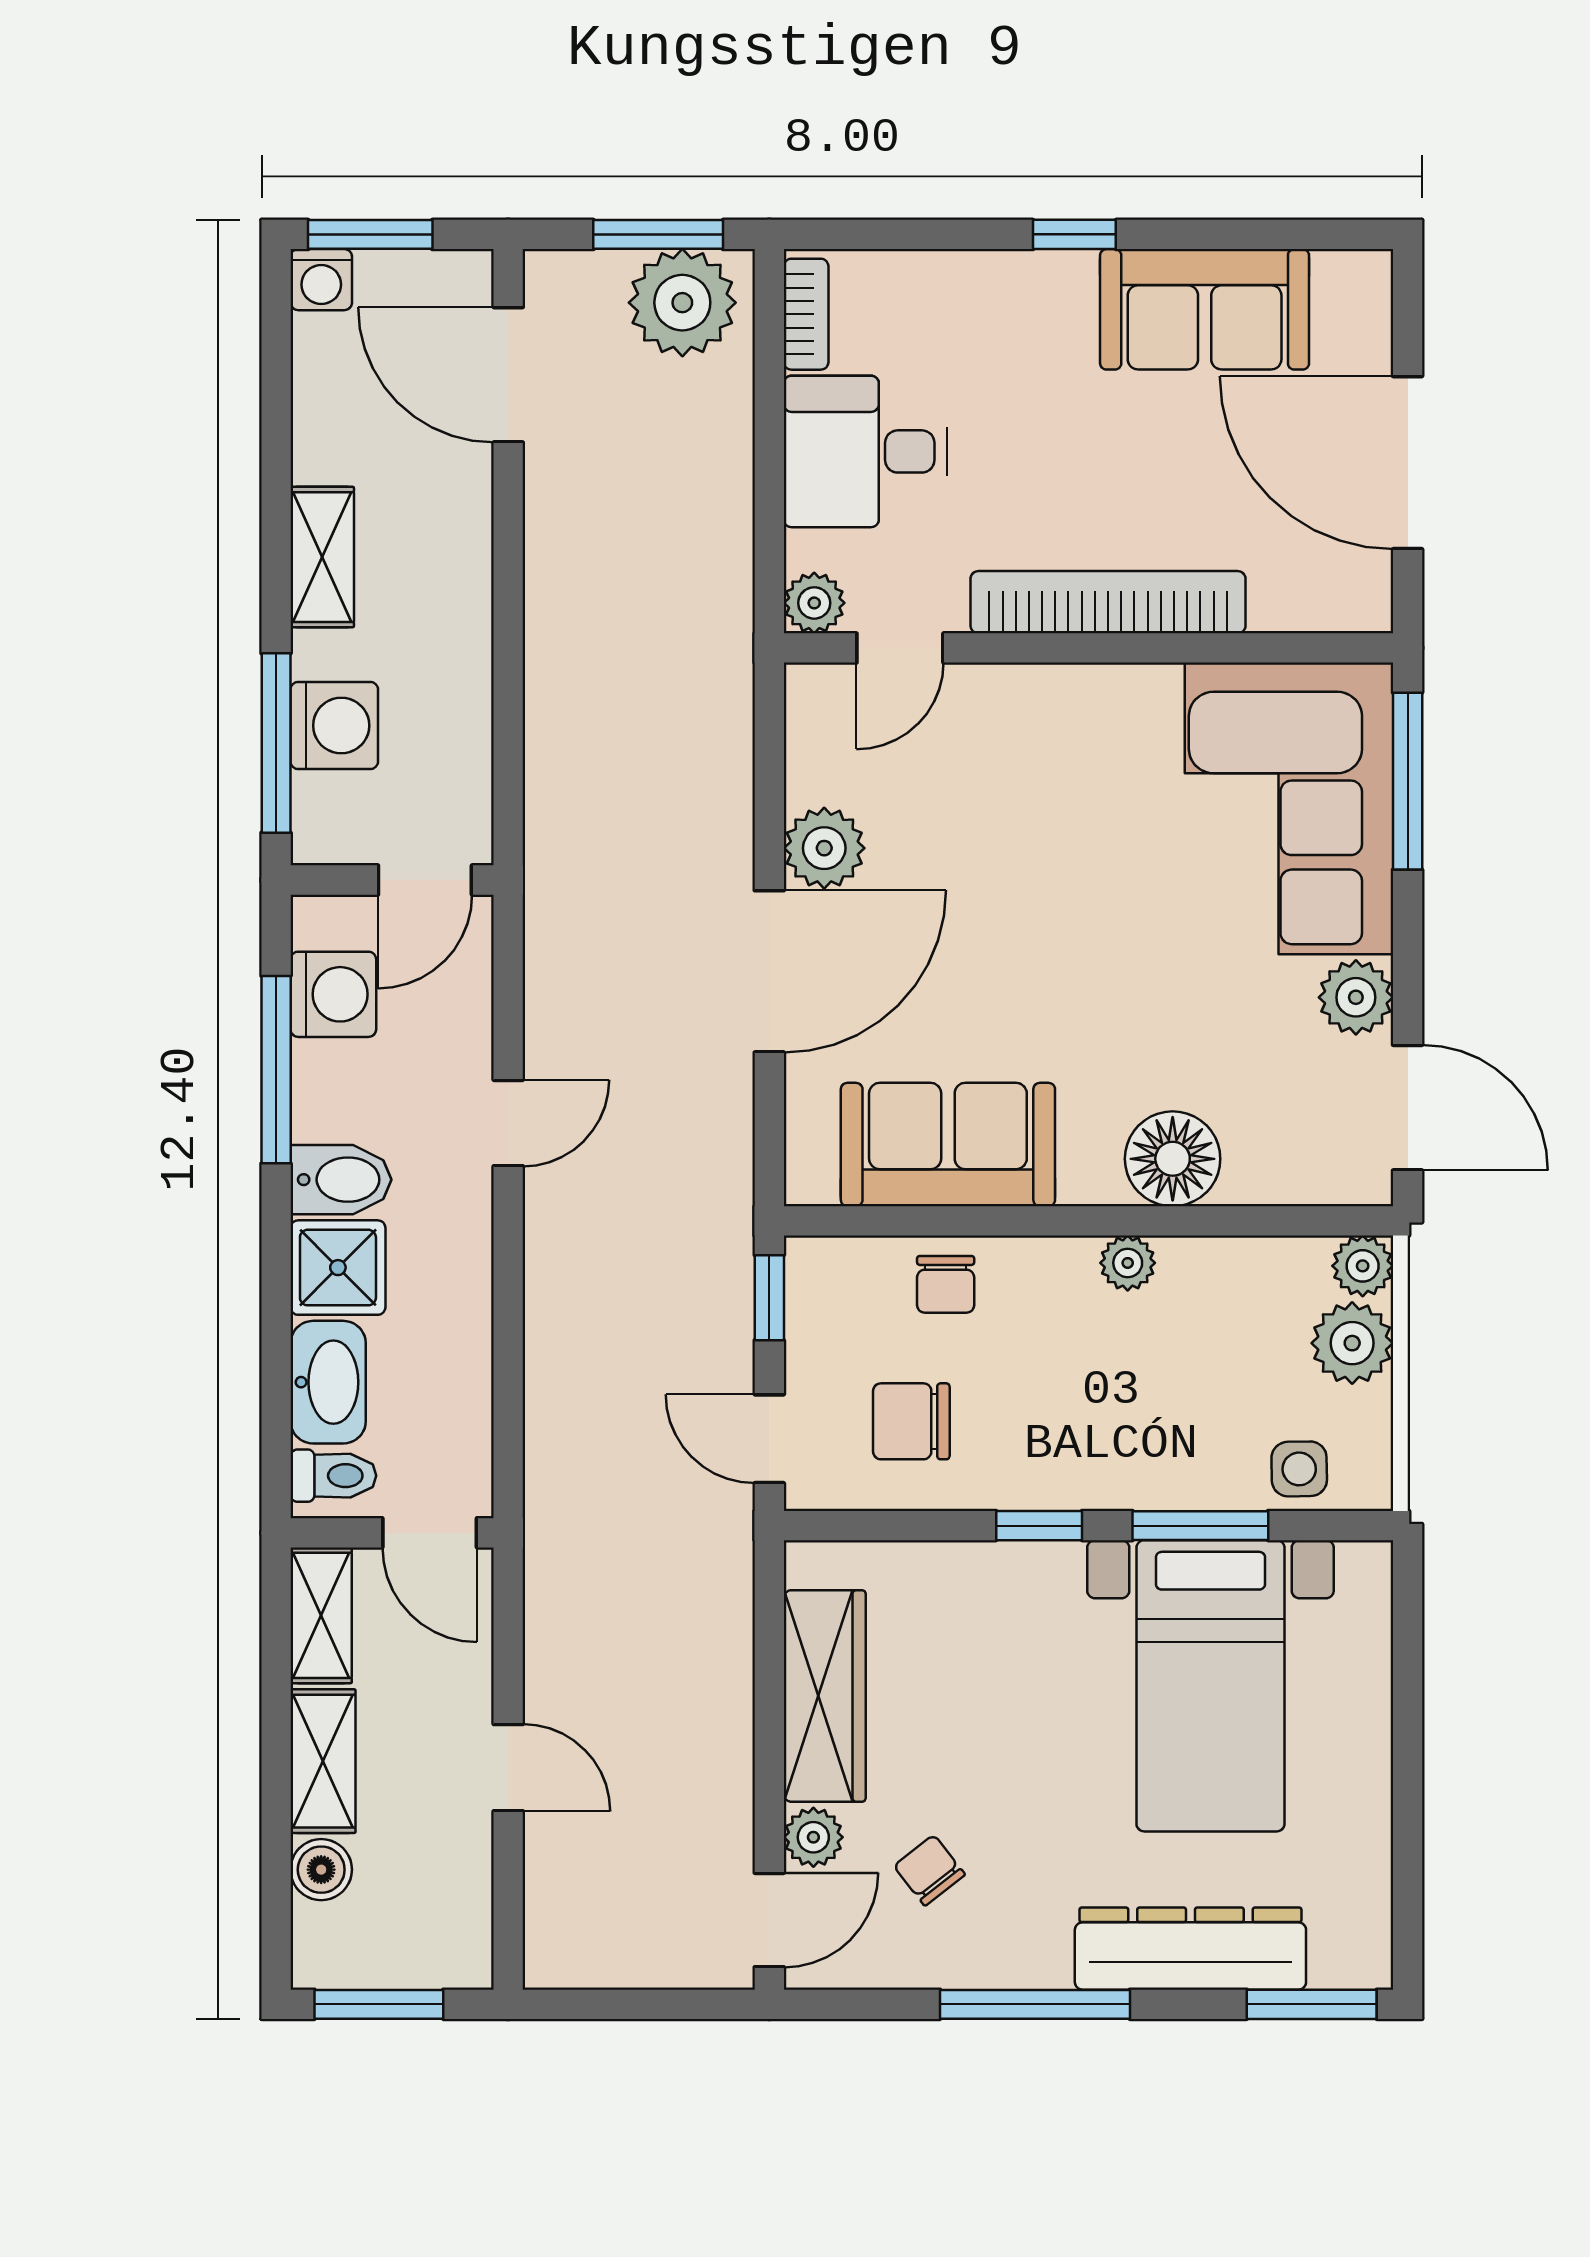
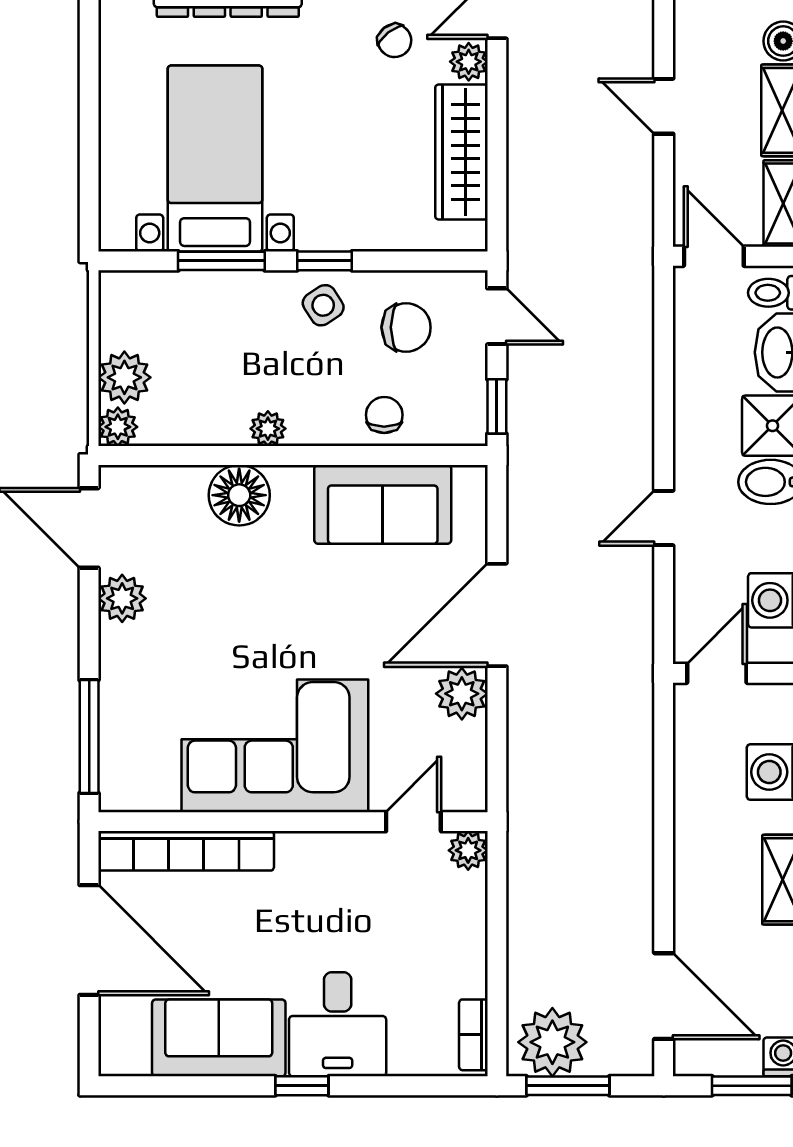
desk: (866, 451) -> (338, 1024), moved, turned 90
bookcase: (1108, 602) -> (186, 851), moved
corner sofa: (1289, 808) -> (275, 746), moved, turned -90
side table: (1299, 1469) -> (323, 305), moved, turned -32

